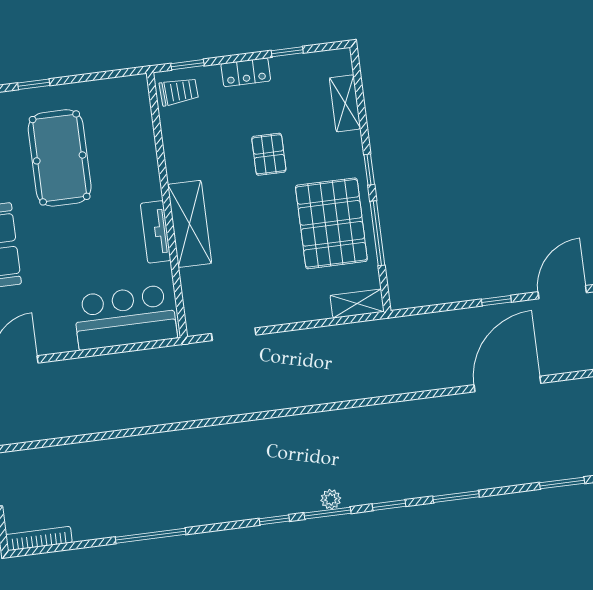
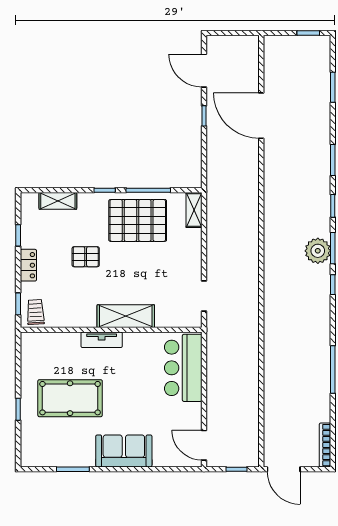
tv unit: (156, 232) -> (102, 340), moved
plant: (331, 499) -> (318, 251), width x1.88, depth x1.88

